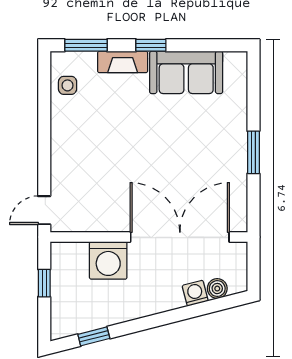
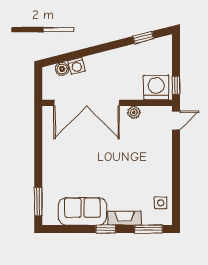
window: (253, 152) -> (38, 201), moved
plant: (108, 223) -> (134, 112), added
washing machine: (108, 260) -> (156, 87), moved
window: (44, 283) -> (176, 85), moved

